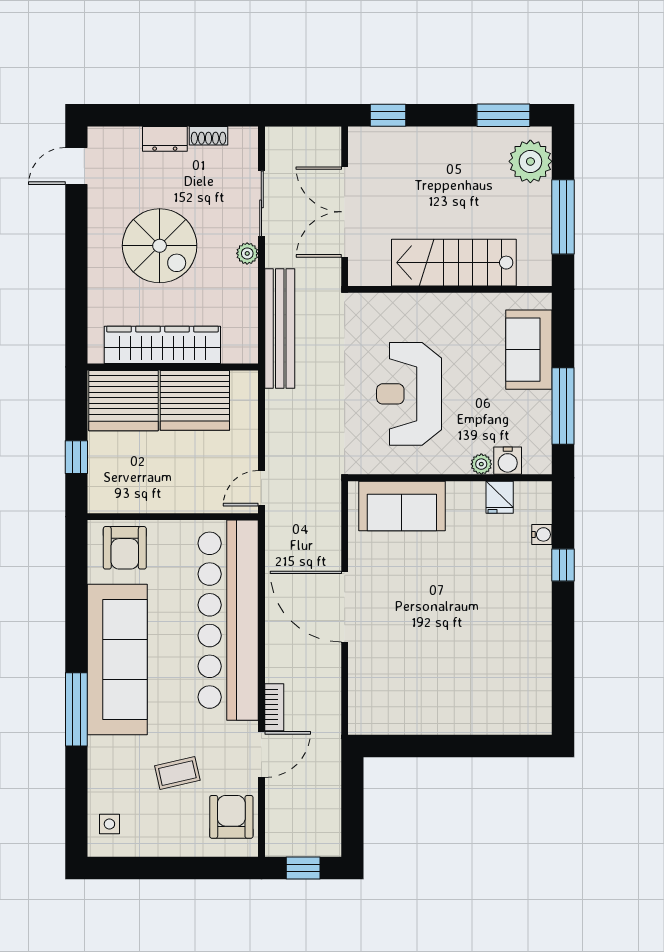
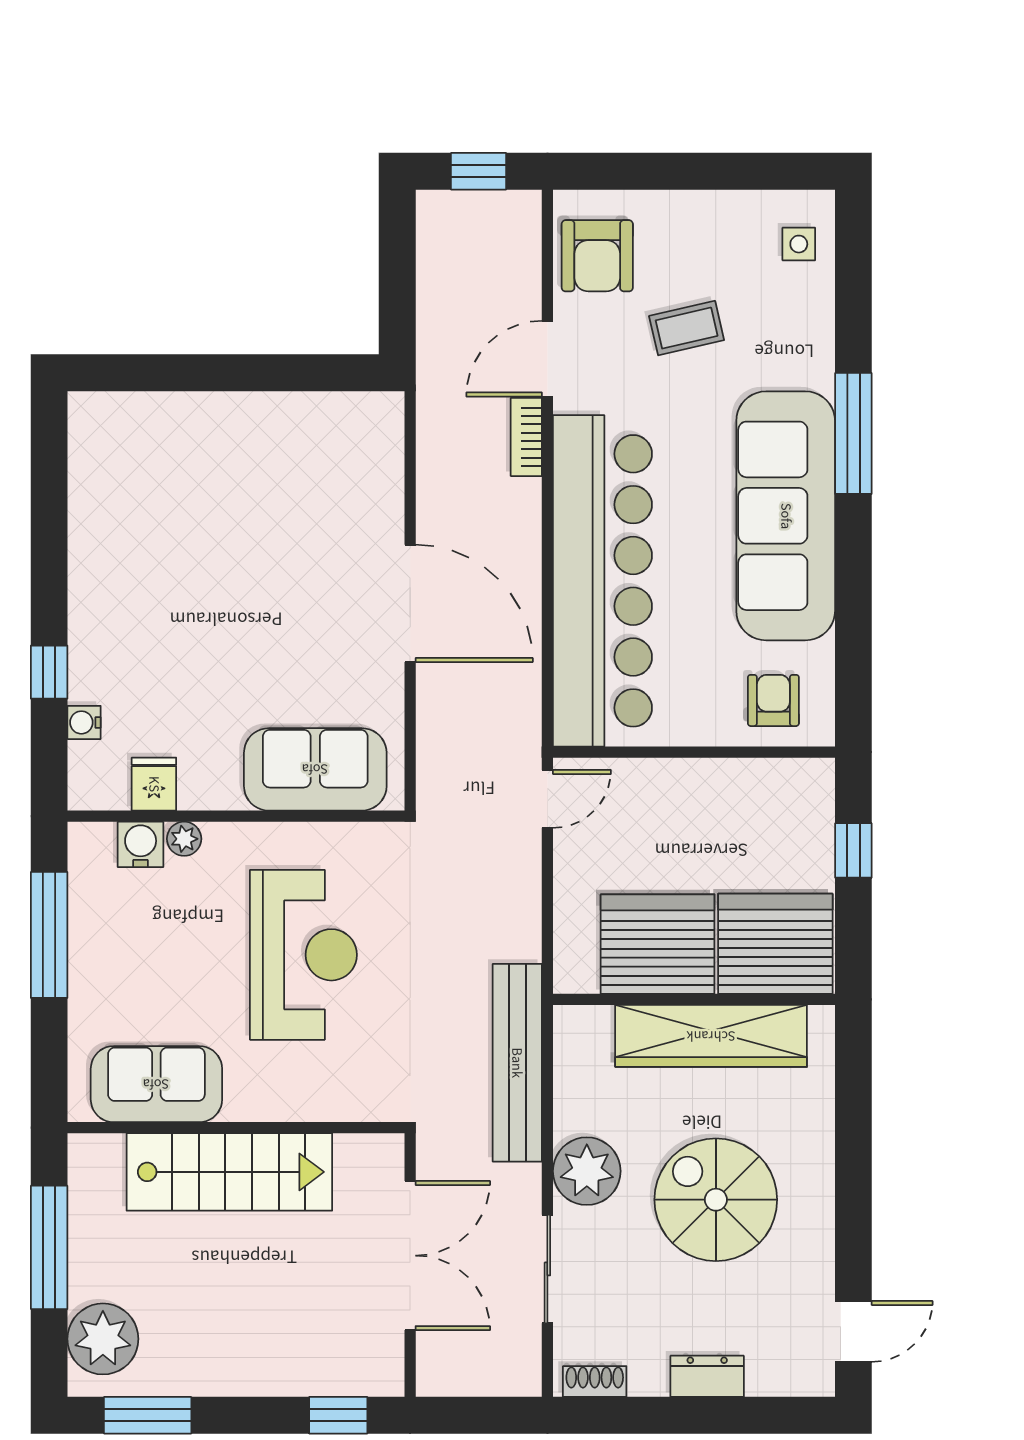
shoe rack: (209, 136) -> (595, 1382), moved
plant: (247, 253) -> (587, 1171), width x1.88, depth x1.88
sofa: (529, 350) -> (156, 1084), moved, turned -90
armchair: (125, 548) -> (773, 700), width x0.72, depth x0.72

